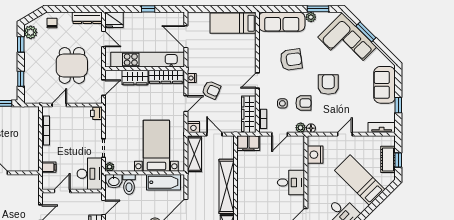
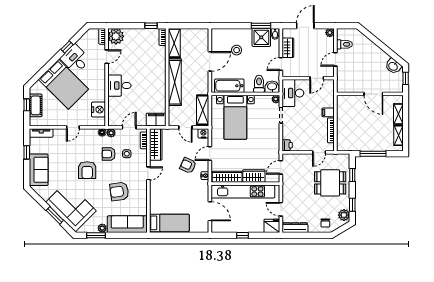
dining table: (72, 65) -> (330, 183), moved, turned 90
filing cabinet: (49, 167) -> (328, 112), moved
bed: (360, 180) -> (63, 84), width x1.50

